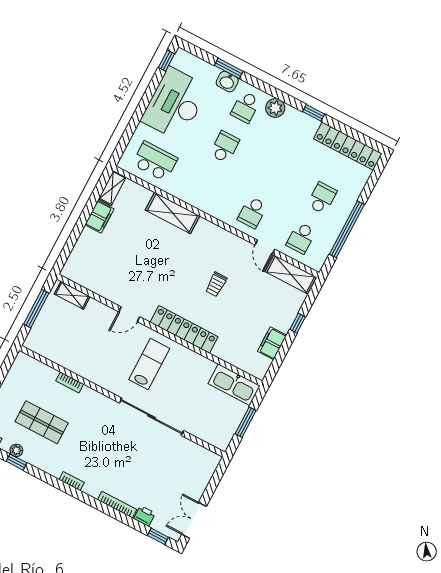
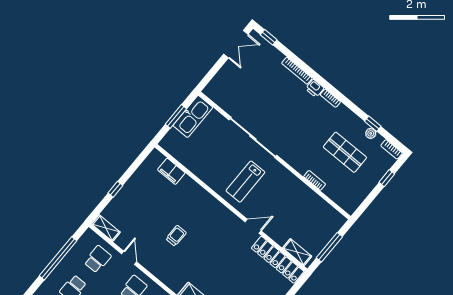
shelving: (291, 274) -> (106, 228), width x0.67, depth x0.75
locker: (184, 329) -> (278, 260), moved
filing cabinet: (272, 343) -> (171, 171), moved, turned 90
kitchen sink: (234, 385) -> (193, 116), moved, turned 90
printer: (144, 516) -> (315, 88), moved

